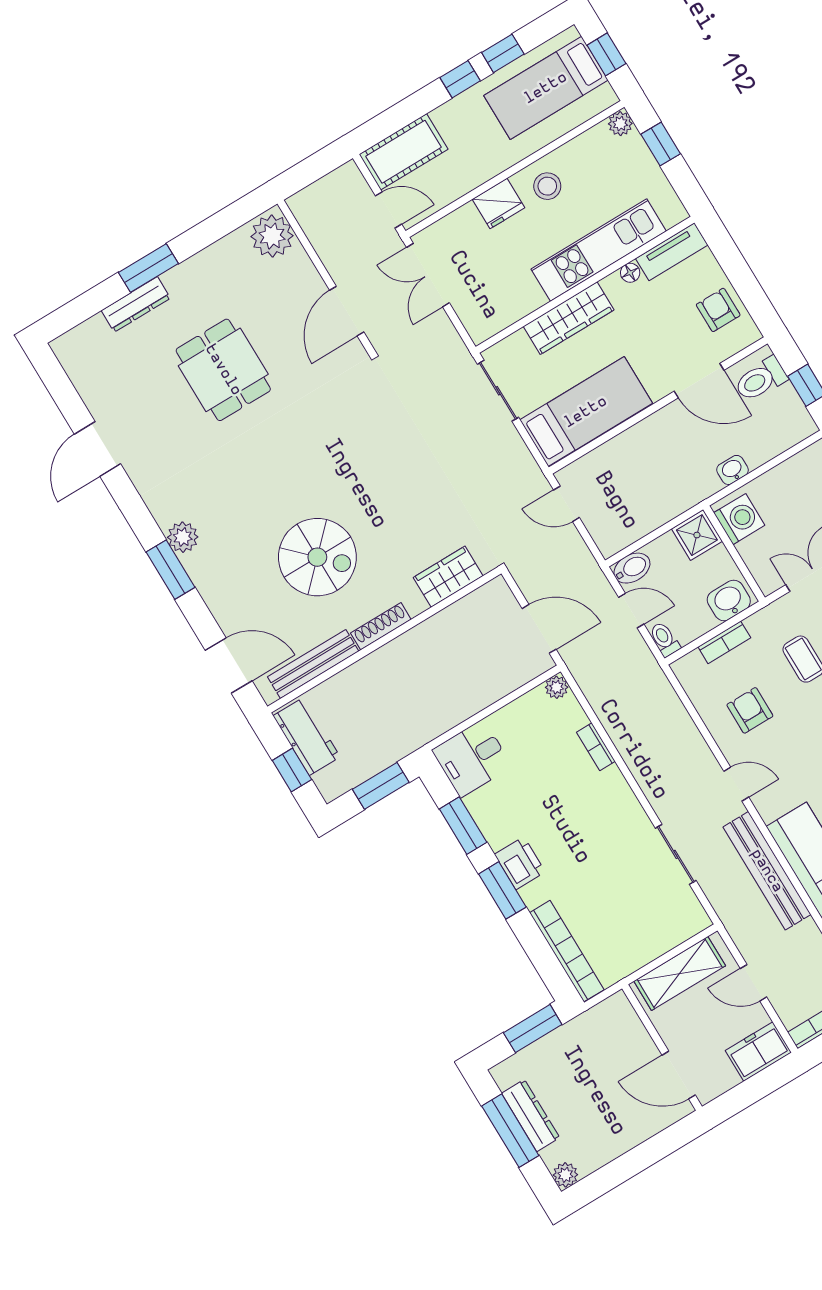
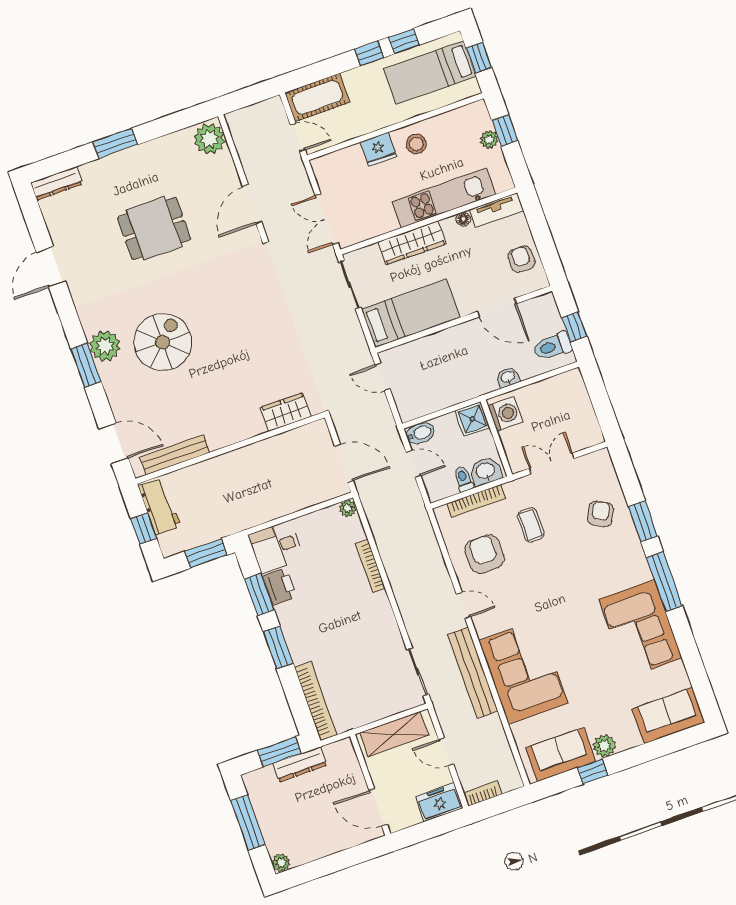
plant: (620, 124) -> (489, 140), moved
double door: (428, 275) -> (327, 219), moved
dresser: (136, 304) -> (57, 183), moved
dining table: (223, 370) -> (154, 228), turned 90
toilet: (761, 379) -> (553, 346), moved
plant: (183, 537) -> (105, 346), width x1.36, depth x1.36
spiral stairs: (317, 557) -> (163, 342), moved, turned -90
shoe rack: (381, 626) -> (230, 438), removed
toilet: (665, 639) -> (463, 479), moved
bookcase: (724, 642) -> (476, 501), width x1.56
armchair: (750, 710) -> (484, 554), width x1.38, depth x1.38
bookcase: (596, 747) -> (370, 566), width x1.56
sliding door: (676, 854) -> (418, 672), moved
printer: (520, 863) -> (279, 587), moved
dresser: (531, 1116) -> (300, 764), moved, turned 90

